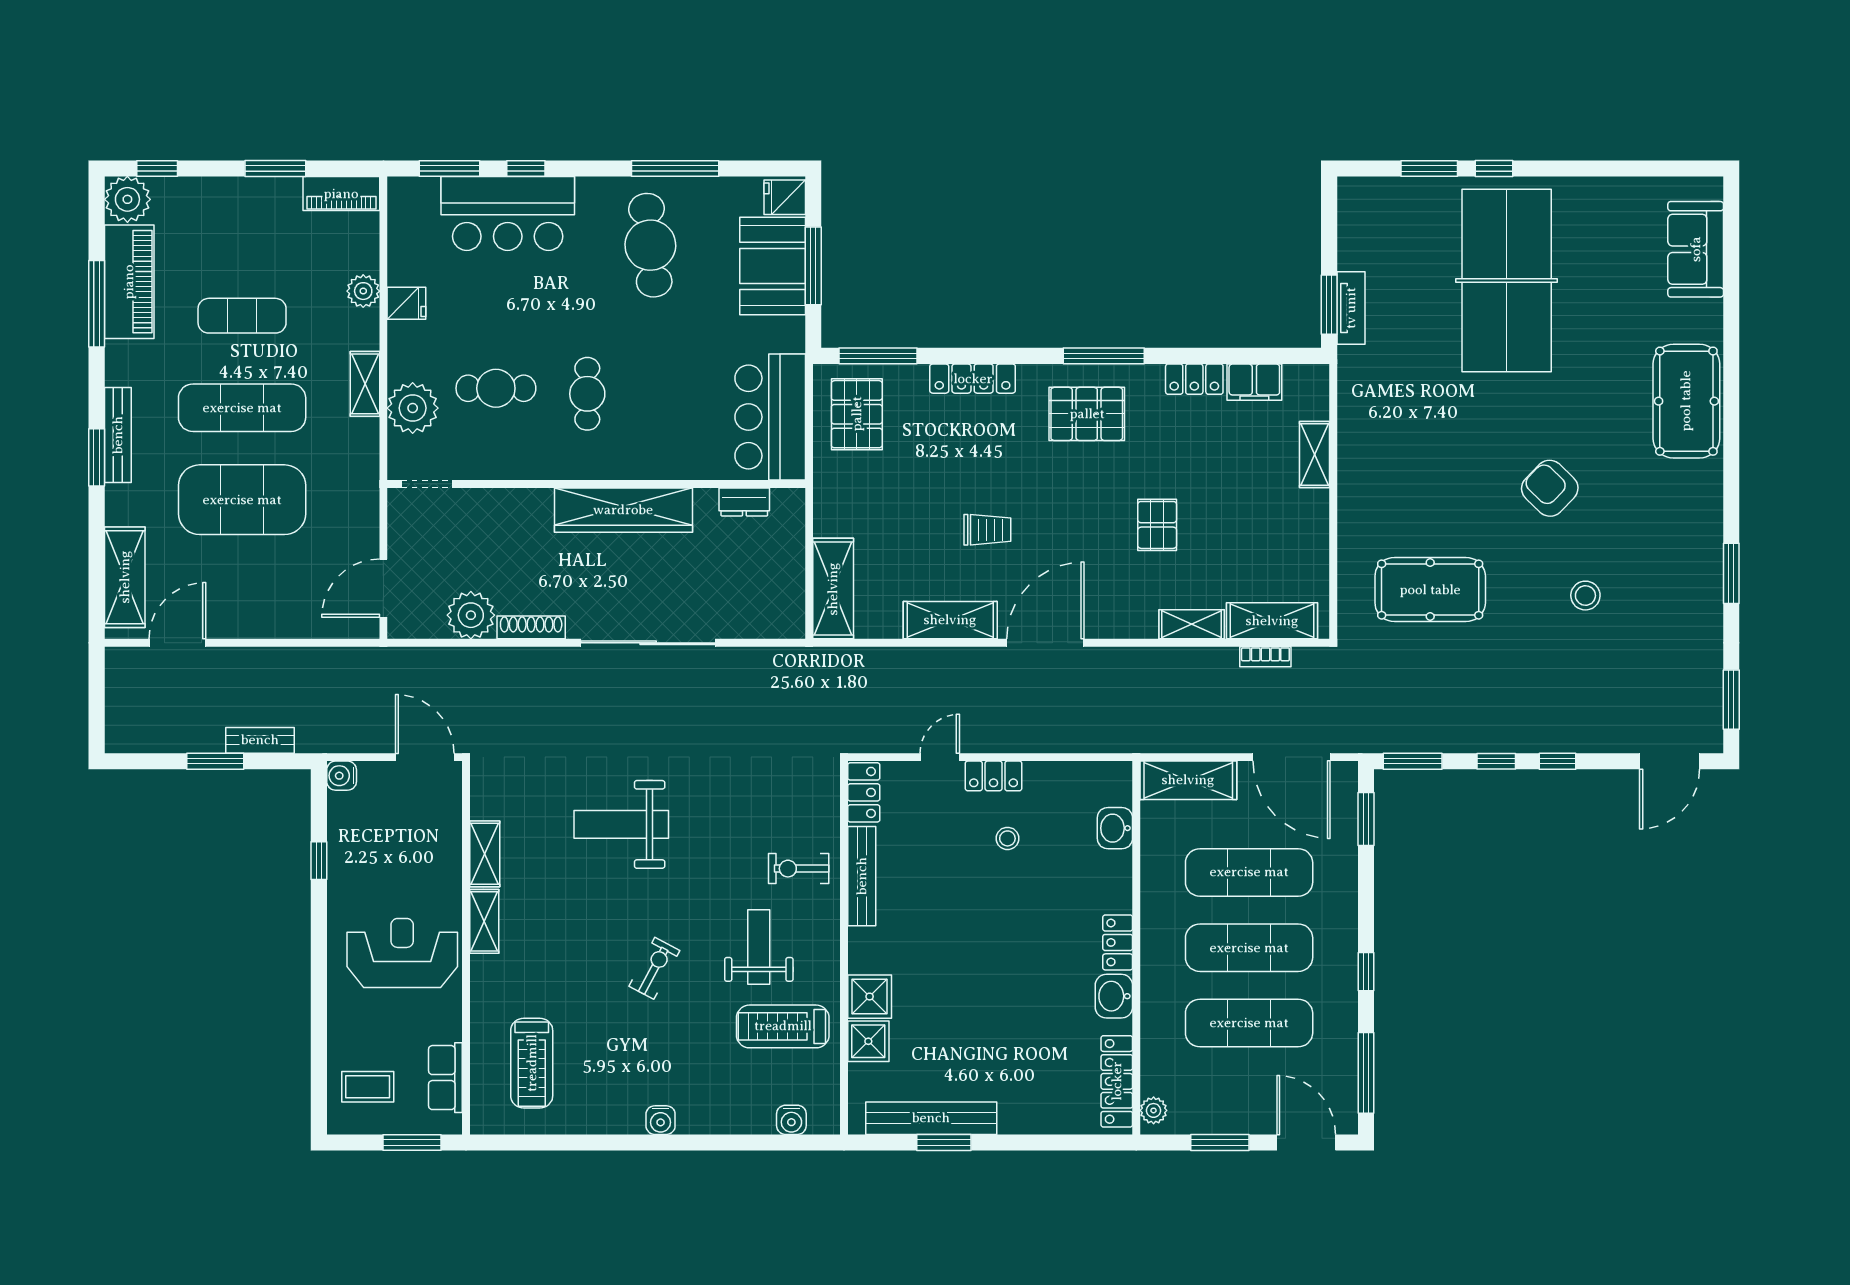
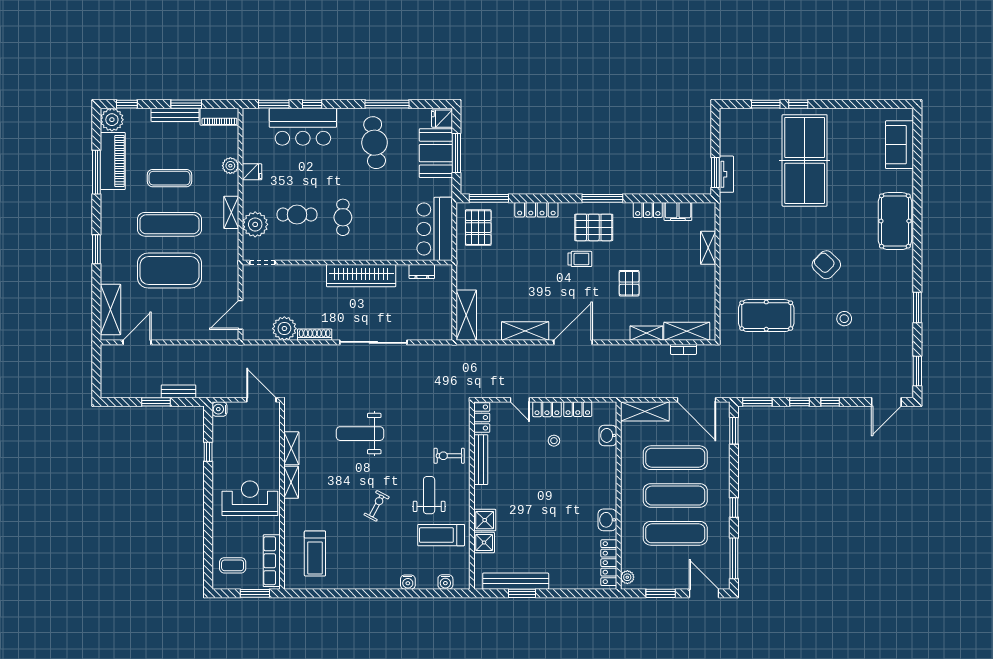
bench: (118, 435) -> (175, 115), moved, turned 90
trolley: (987, 530) -> (580, 259), moved
door: (940, 757) -> (520, 400), swing flipped
locker: (1118, 942) -> (578, 409), moved, turned -90
row of seats: (445, 1078) -> (272, 561), width x1.48
water cooler: (661, 1120) -> (408, 582), moved

